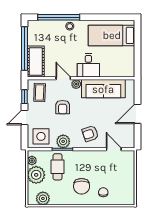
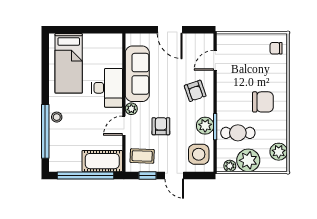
desk: (88, 65) -> (107, 88), width x1.37
armchair: (63, 107) -> (161, 126), turned -90
chair: (103, 192) -> (276, 48), moved

